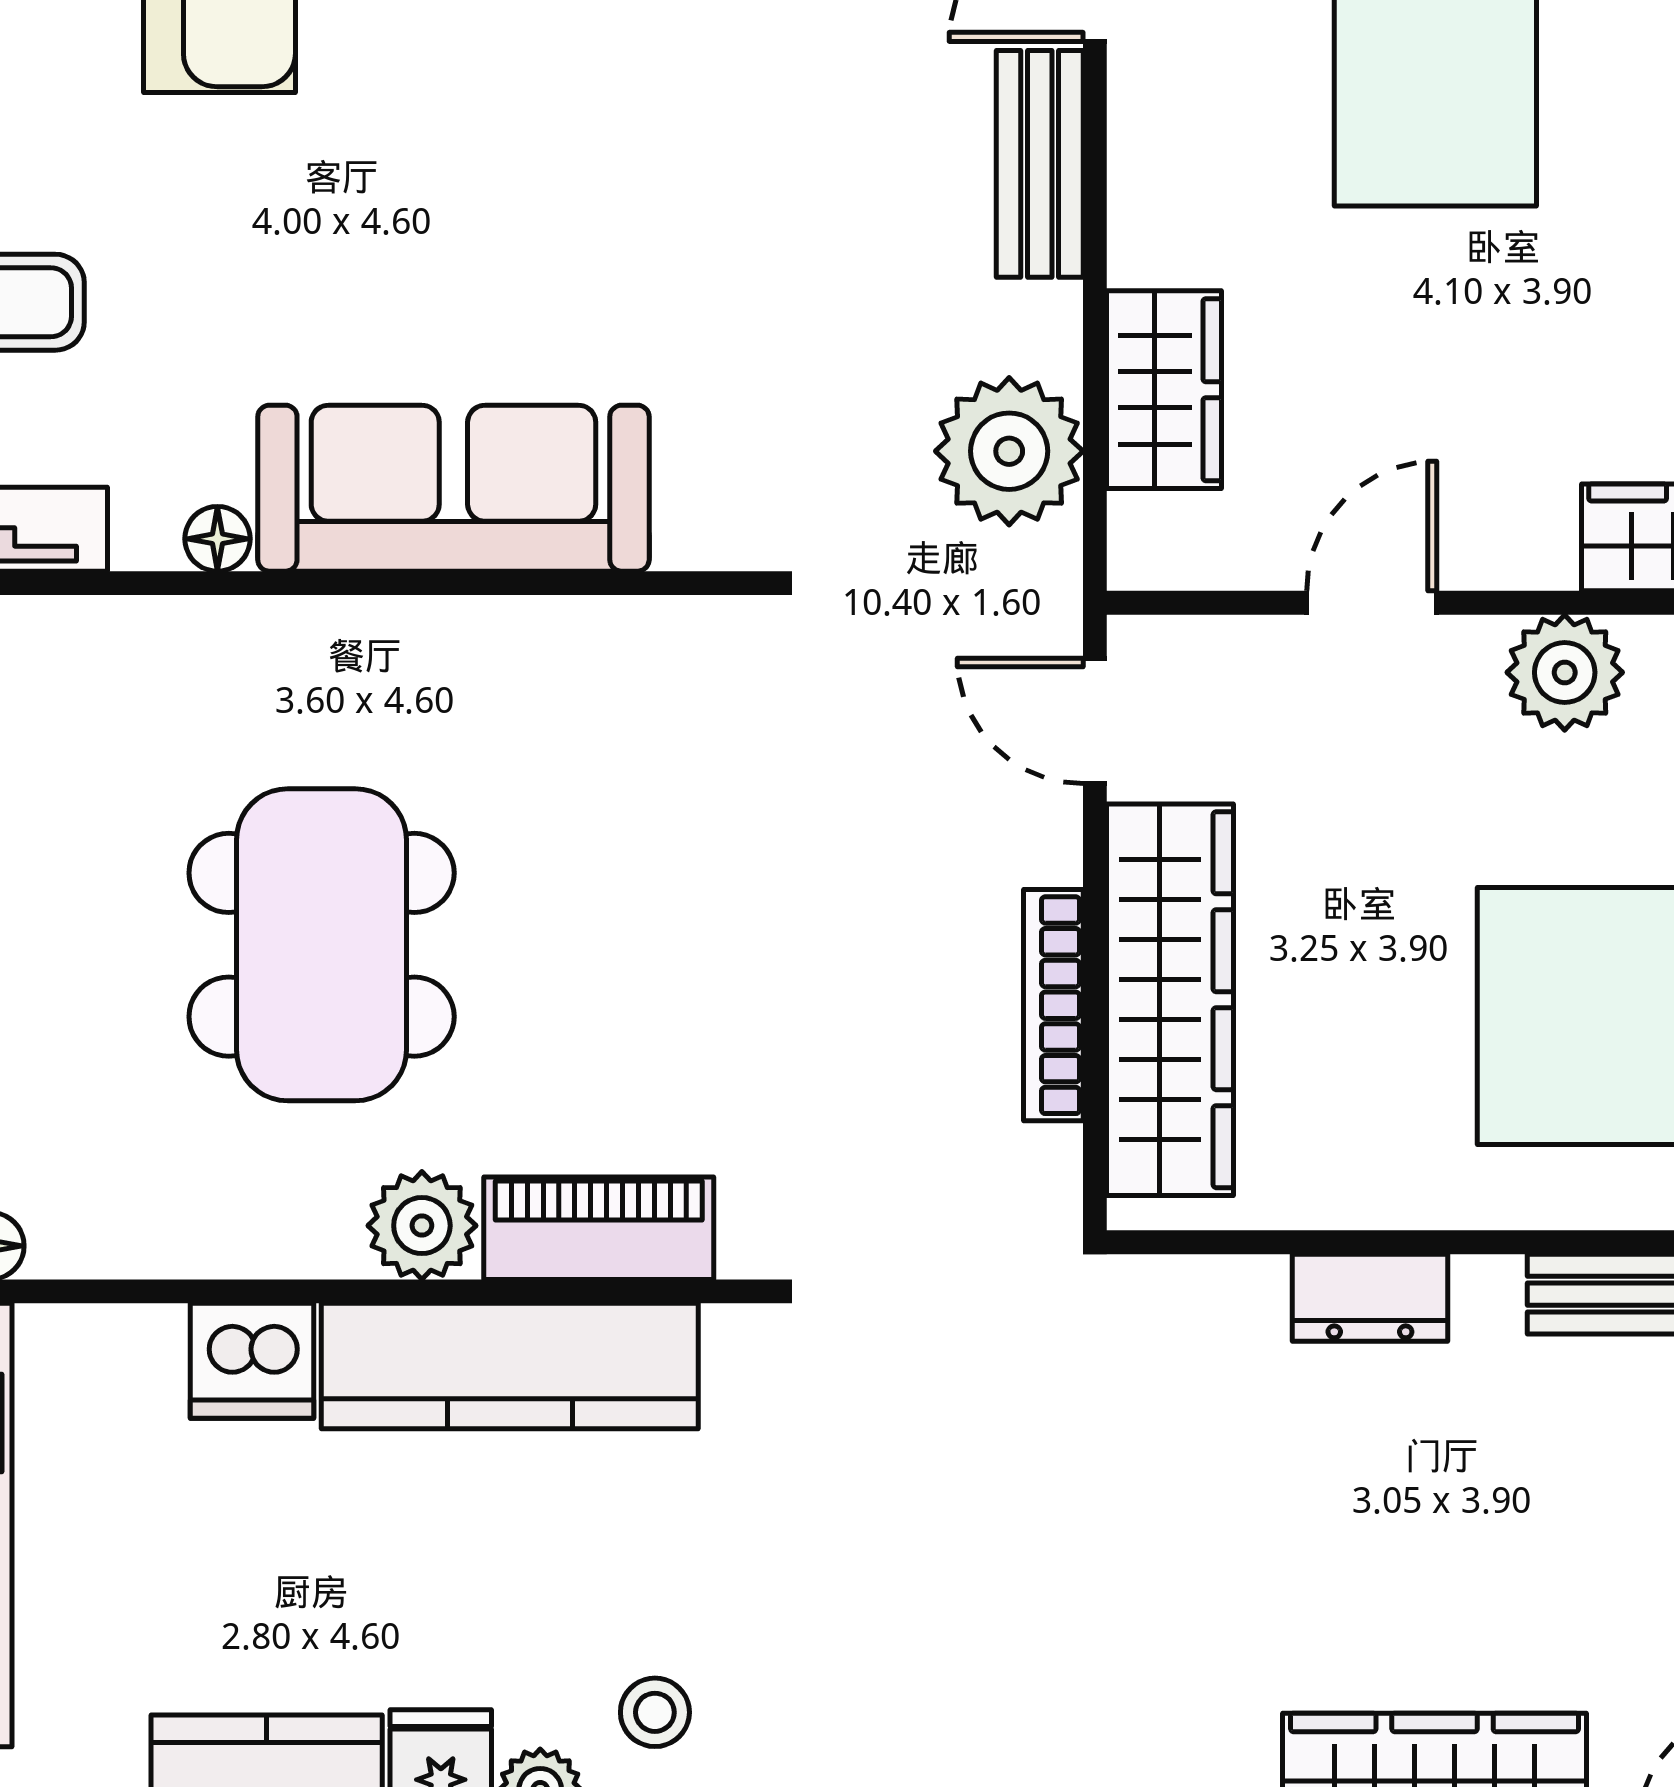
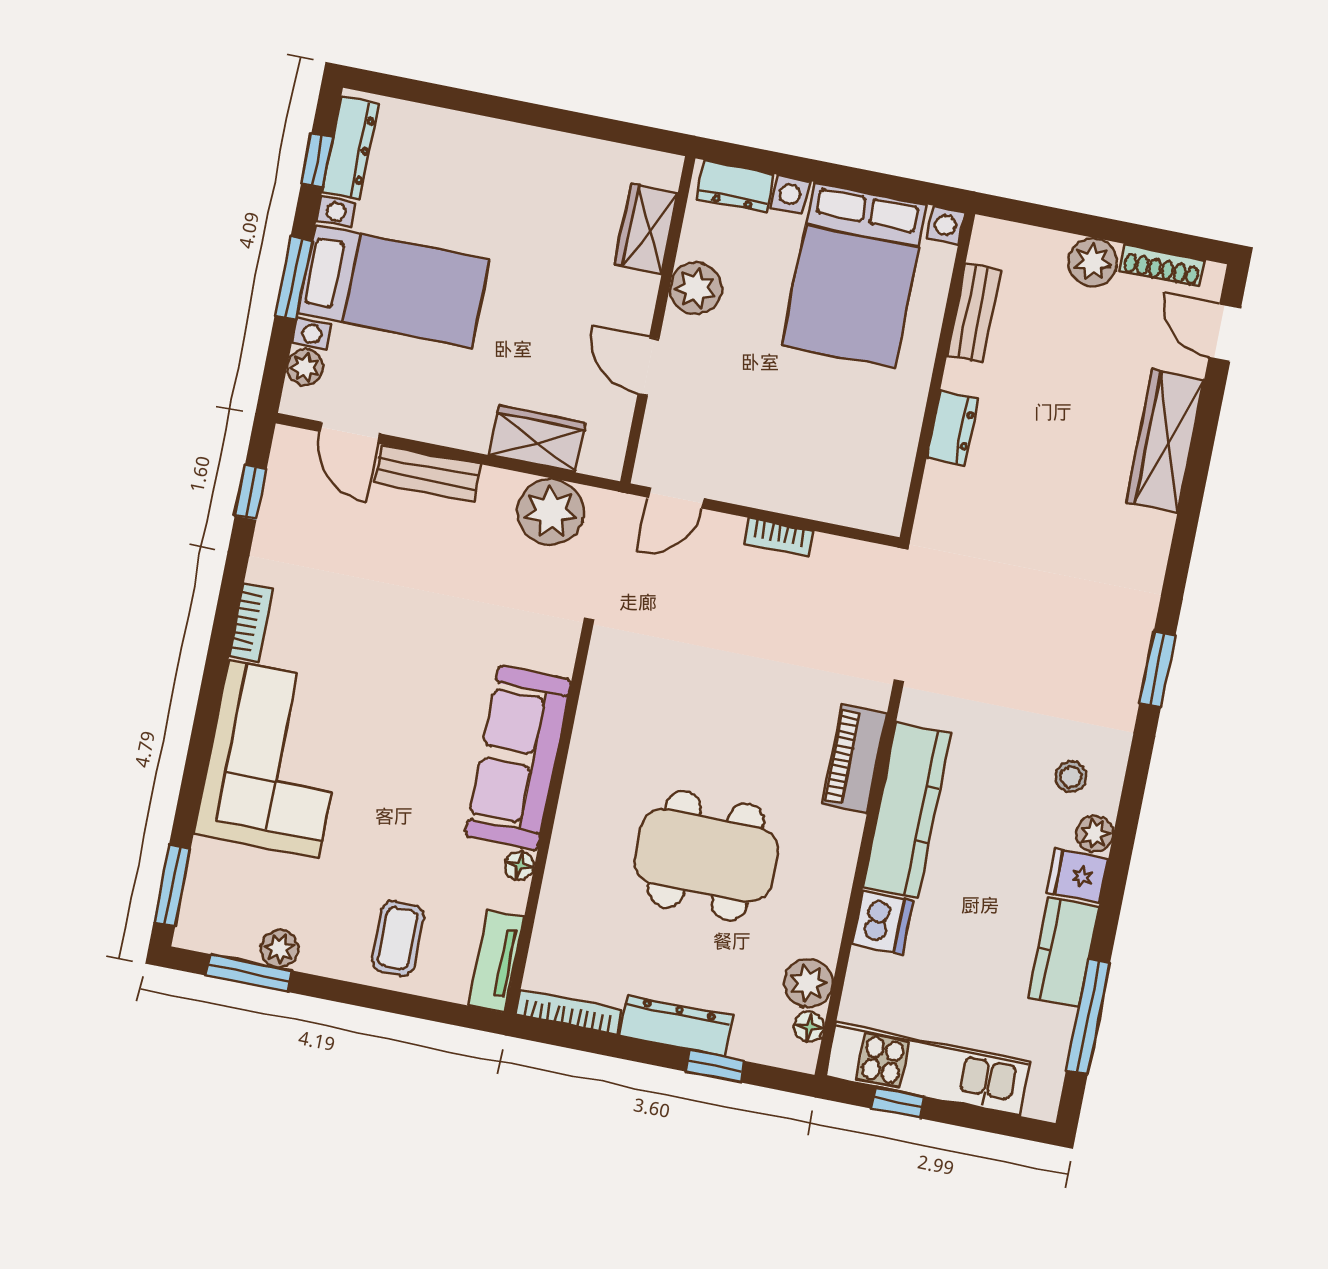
wardrobe: (1170, 1000) -> (804, 489), removed
bookcase: (1053, 1005) -> (778, 537), width x0.64
plant: (422, 1226) -> (808, 983), moved

